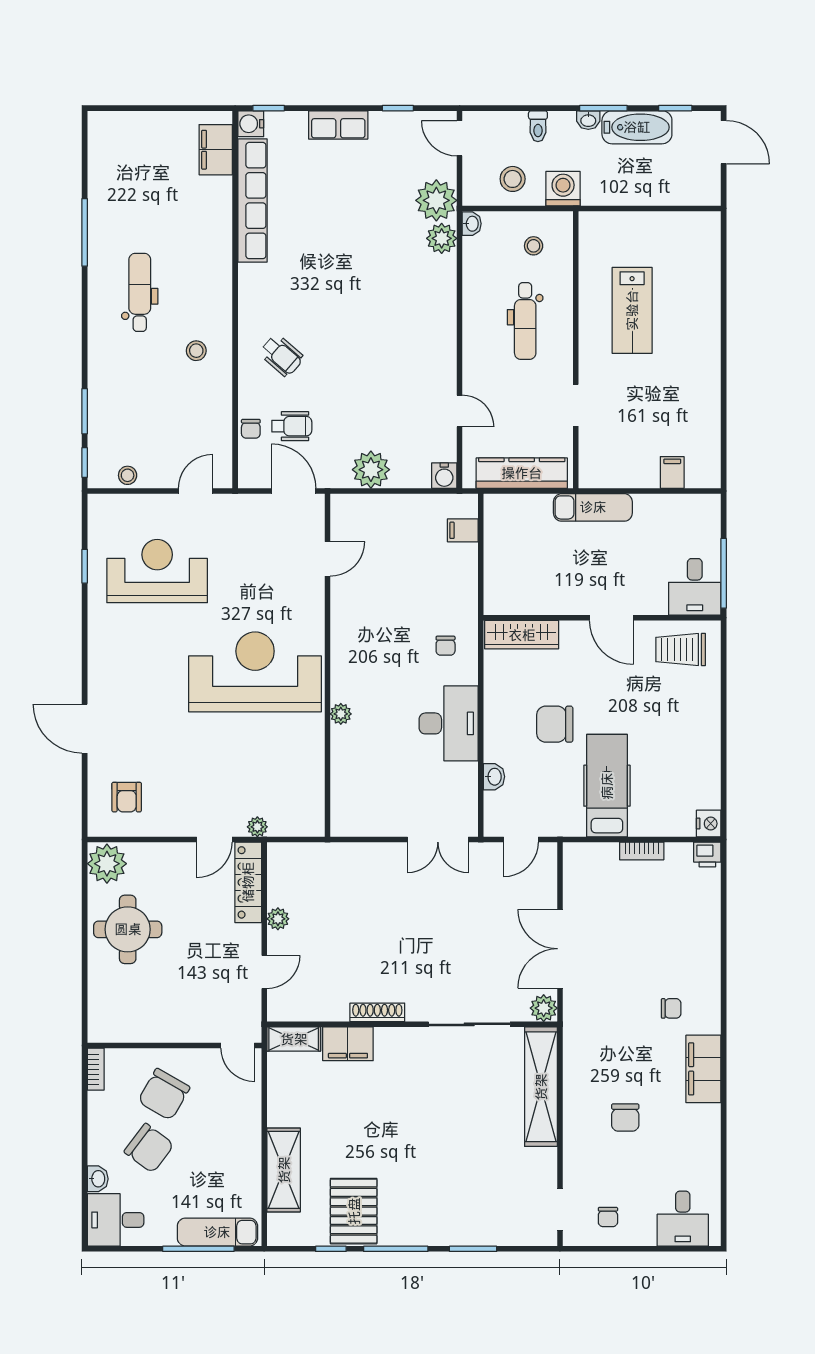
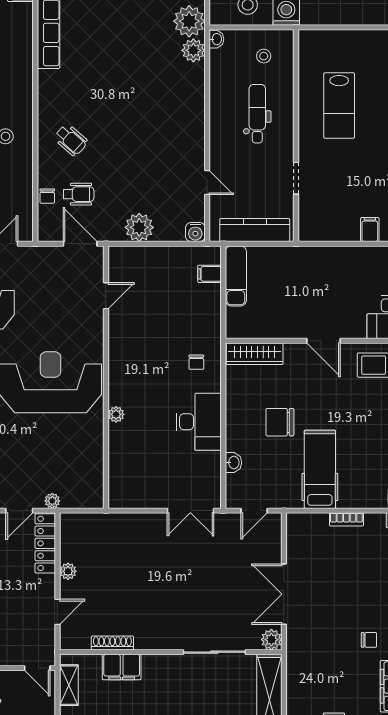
dental chair: (525, 321) -> (257, 114), turned 180
exam couch: (593, 507) -> (236, 276), moved, turned -90
shoe rack: (377, 1012) -> (112, 643), moved
shelving: (294, 1039) -> (69, 685), moved, turned 90

